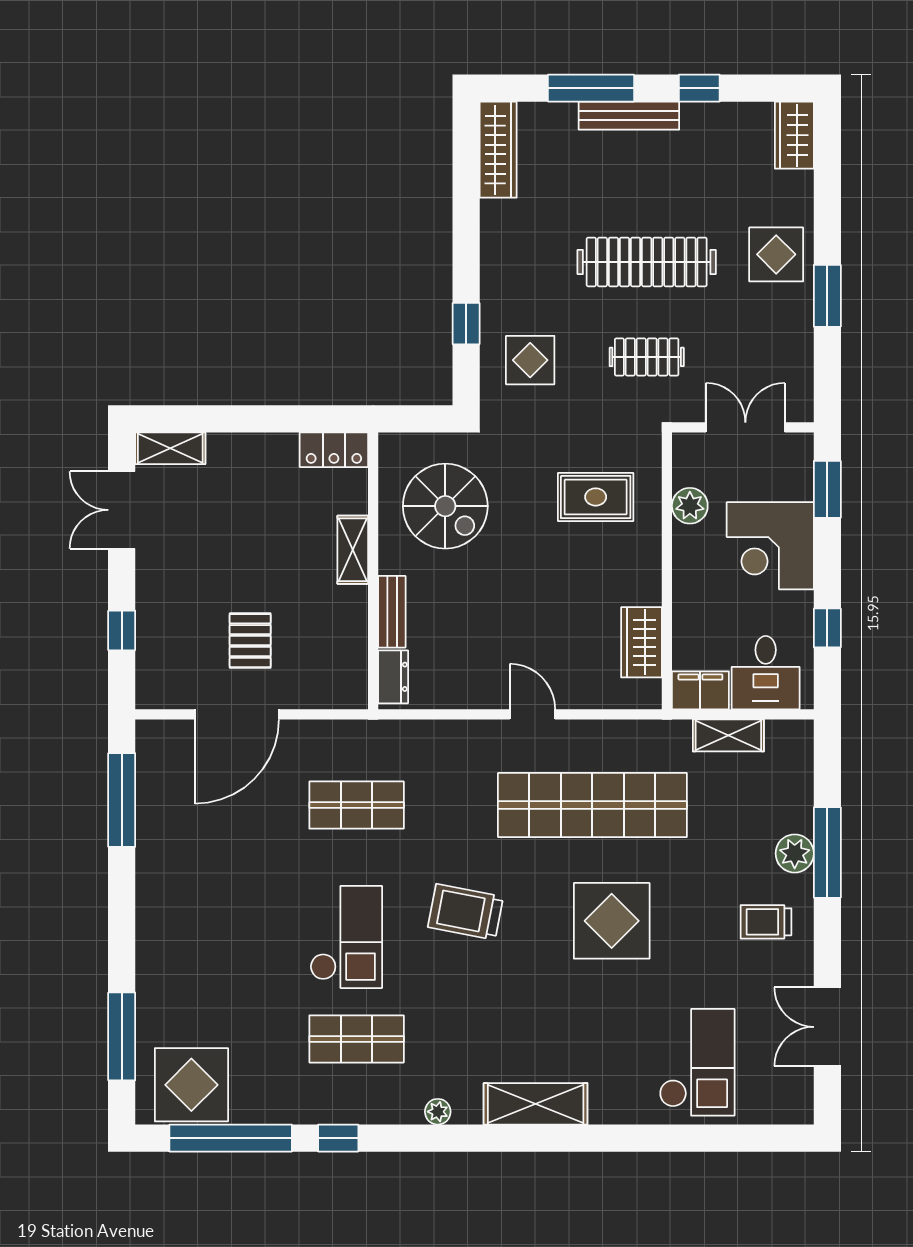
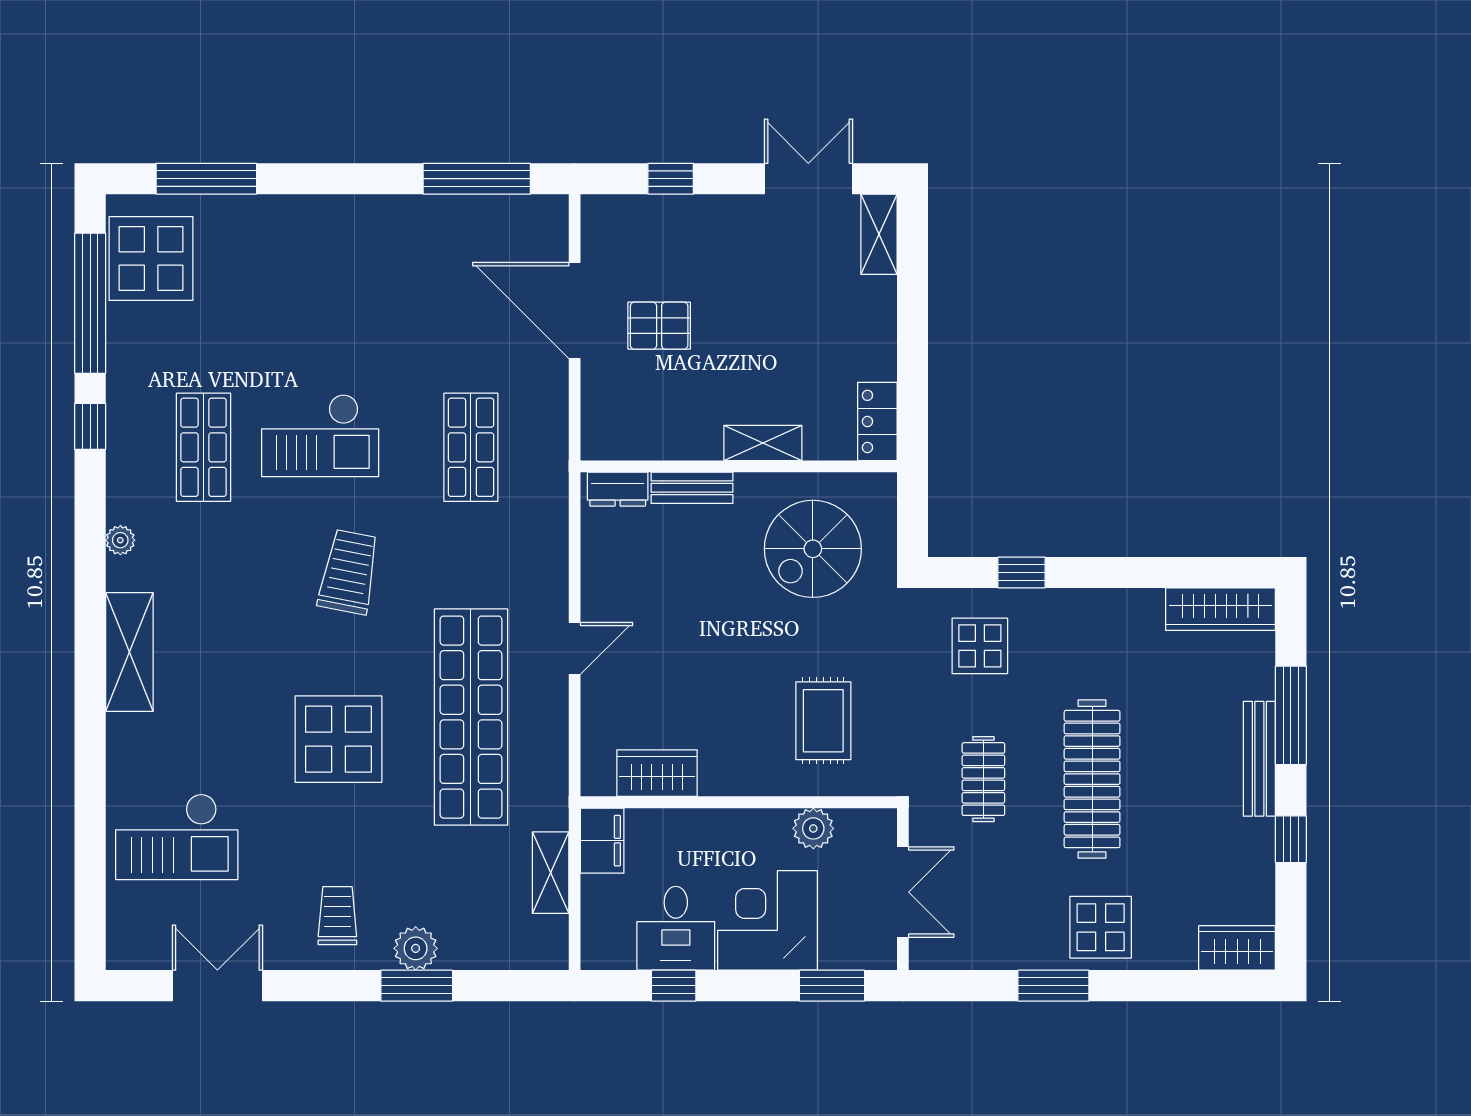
desk: (766, 673) -> (676, 928), moved, turned -90
window: (827, 853) -> (417, 986), width x0.69

